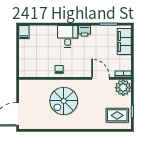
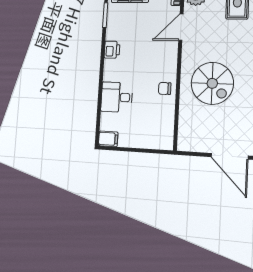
desk: (68, 36) -> (117, 97), moved

